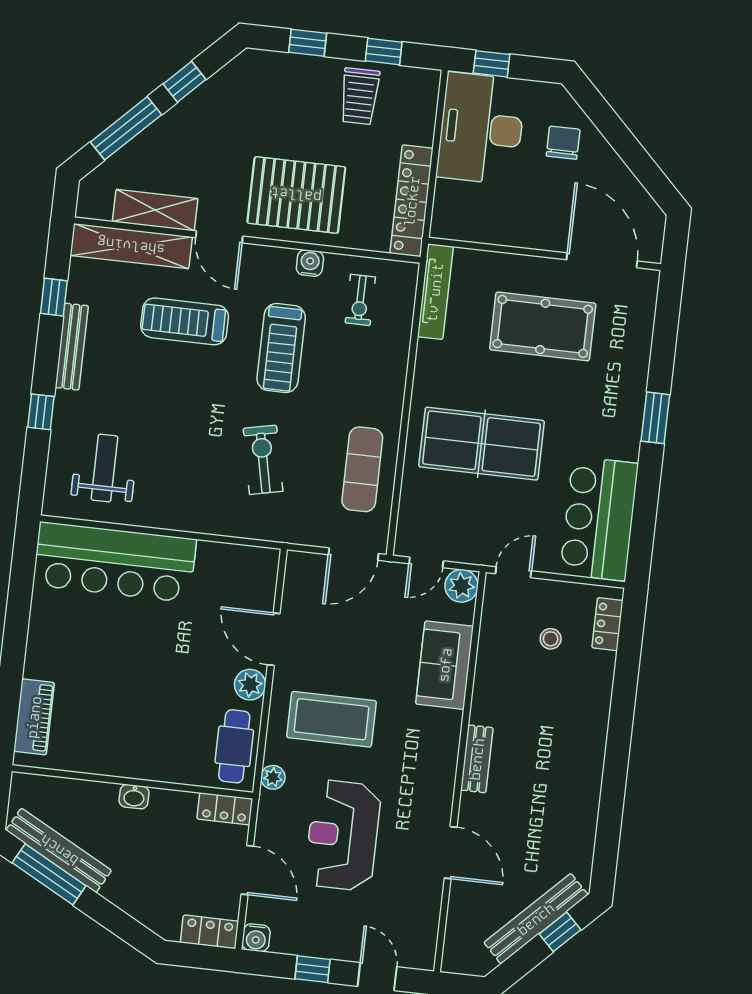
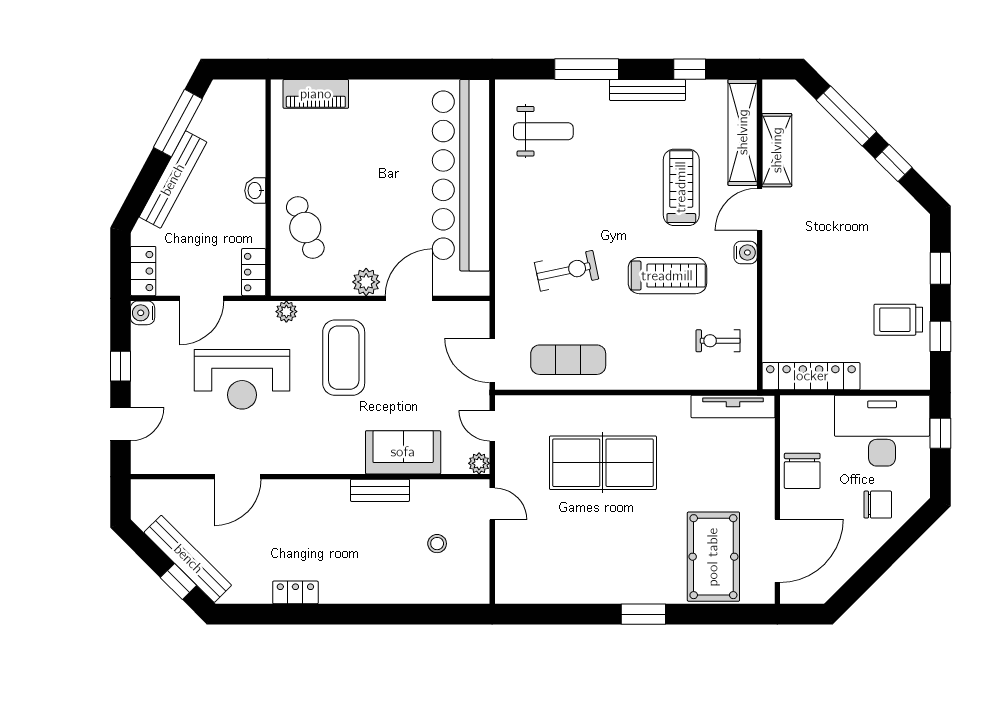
pallet: (296, 195) -> (805, 274), removed
chair: (516, 223) -> (802, 471), added
water cooler: (310, 263) -> (746, 253), moved
pool table: (543, 326) -> (713, 557), moved
treadmill: (281, 348) -> (667, 276), turned 180
window: (41, 412) -> (587, 69), width x2.17
table tennis table: (482, 444) -> (603, 463), turned 90
bar counter: (599, 519) -> (548, 574), removed
bar counter: (115, 562) -> (461, 175), width x1.36
plant: (462, 586) -> (479, 463), width x0.73, depth x0.73
locker: (607, 624) -> (295, 592), moved
cafe table: (234, 746) -> (305, 228), moved, turned 69
bench: (477, 759) -> (380, 490), moved
reception desk: (343, 835) -> (242, 379), turned 180
bench: (59, 850) -> (173, 180), moved

